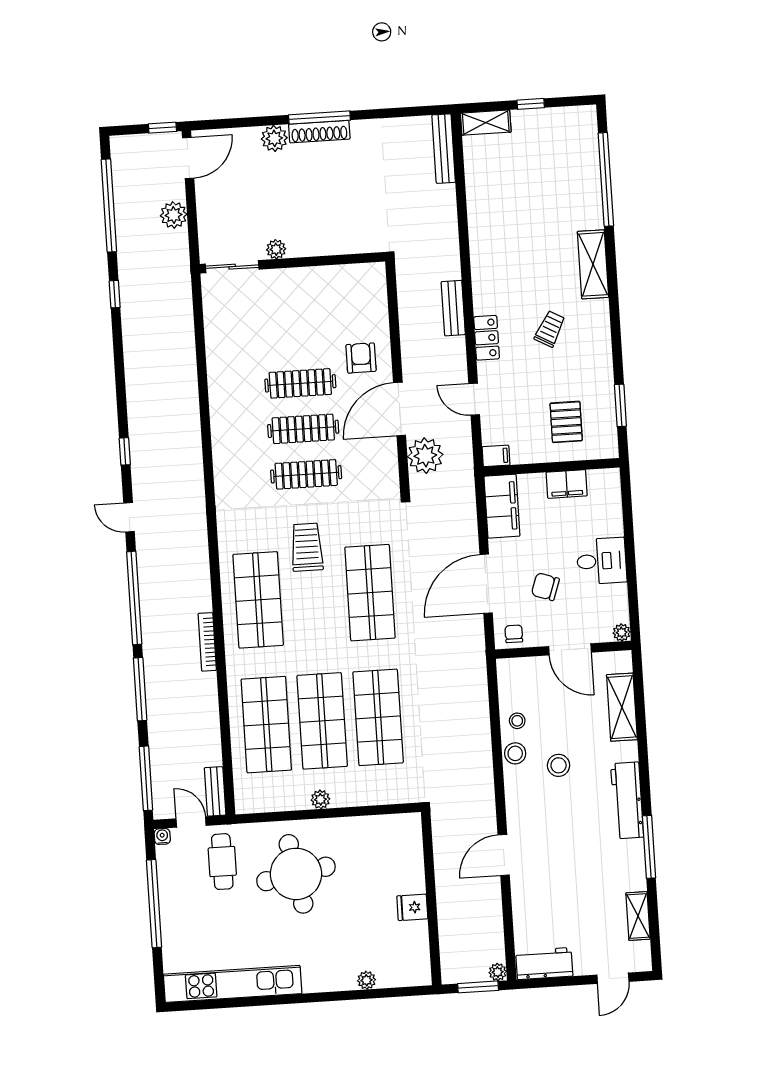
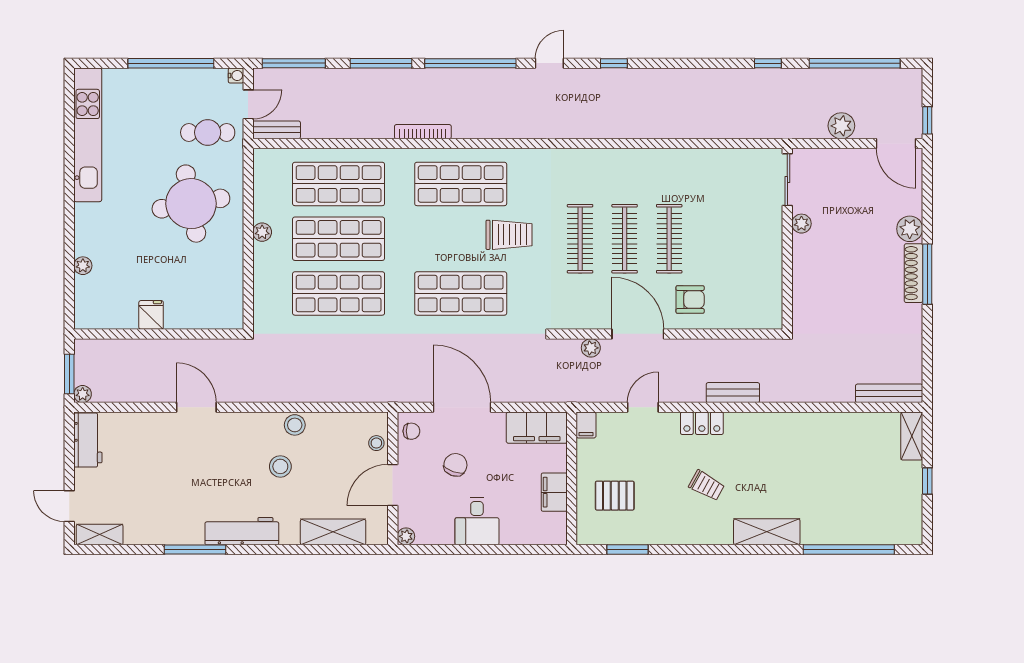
plant: (425, 456) -> (591, 348), width x0.53, depth x0.53
stool: (517, 721) -> (376, 443), moved
shelving: (638, 916) -> (100, 535), moved

